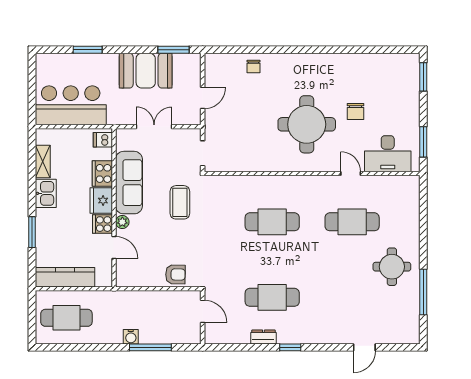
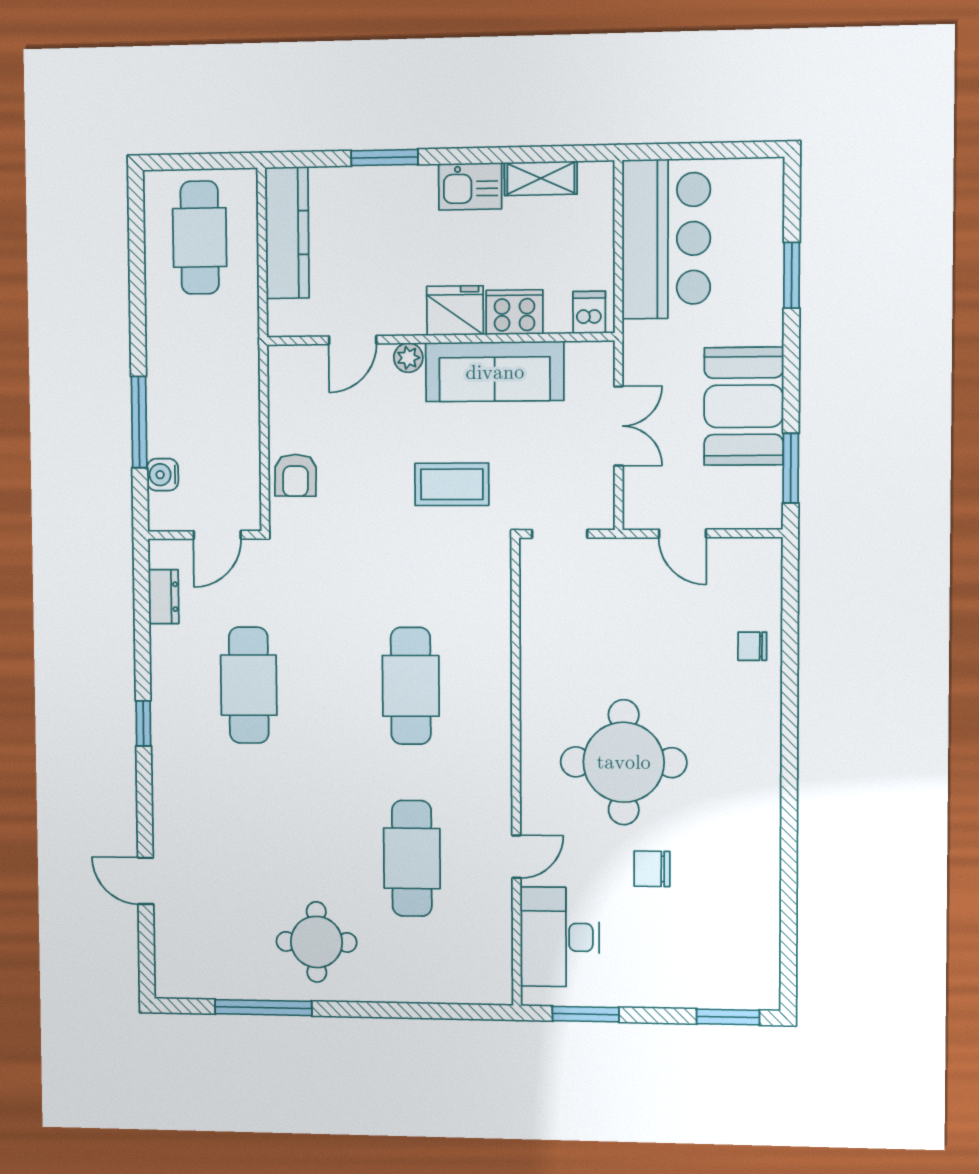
cooker: (102, 224) -> (403, 314), removed
water cooler: (131, 337) -> (163, 475), moved
dresser: (263, 337) -> (164, 597), moved

